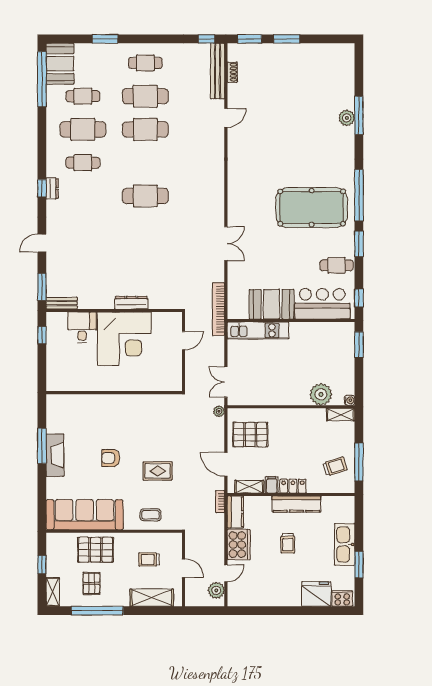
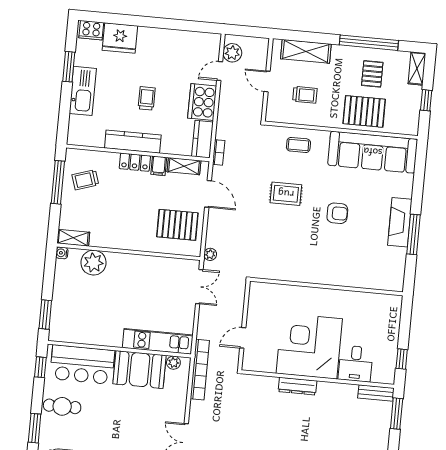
plant: (242, 313) -> (173, 363), added

